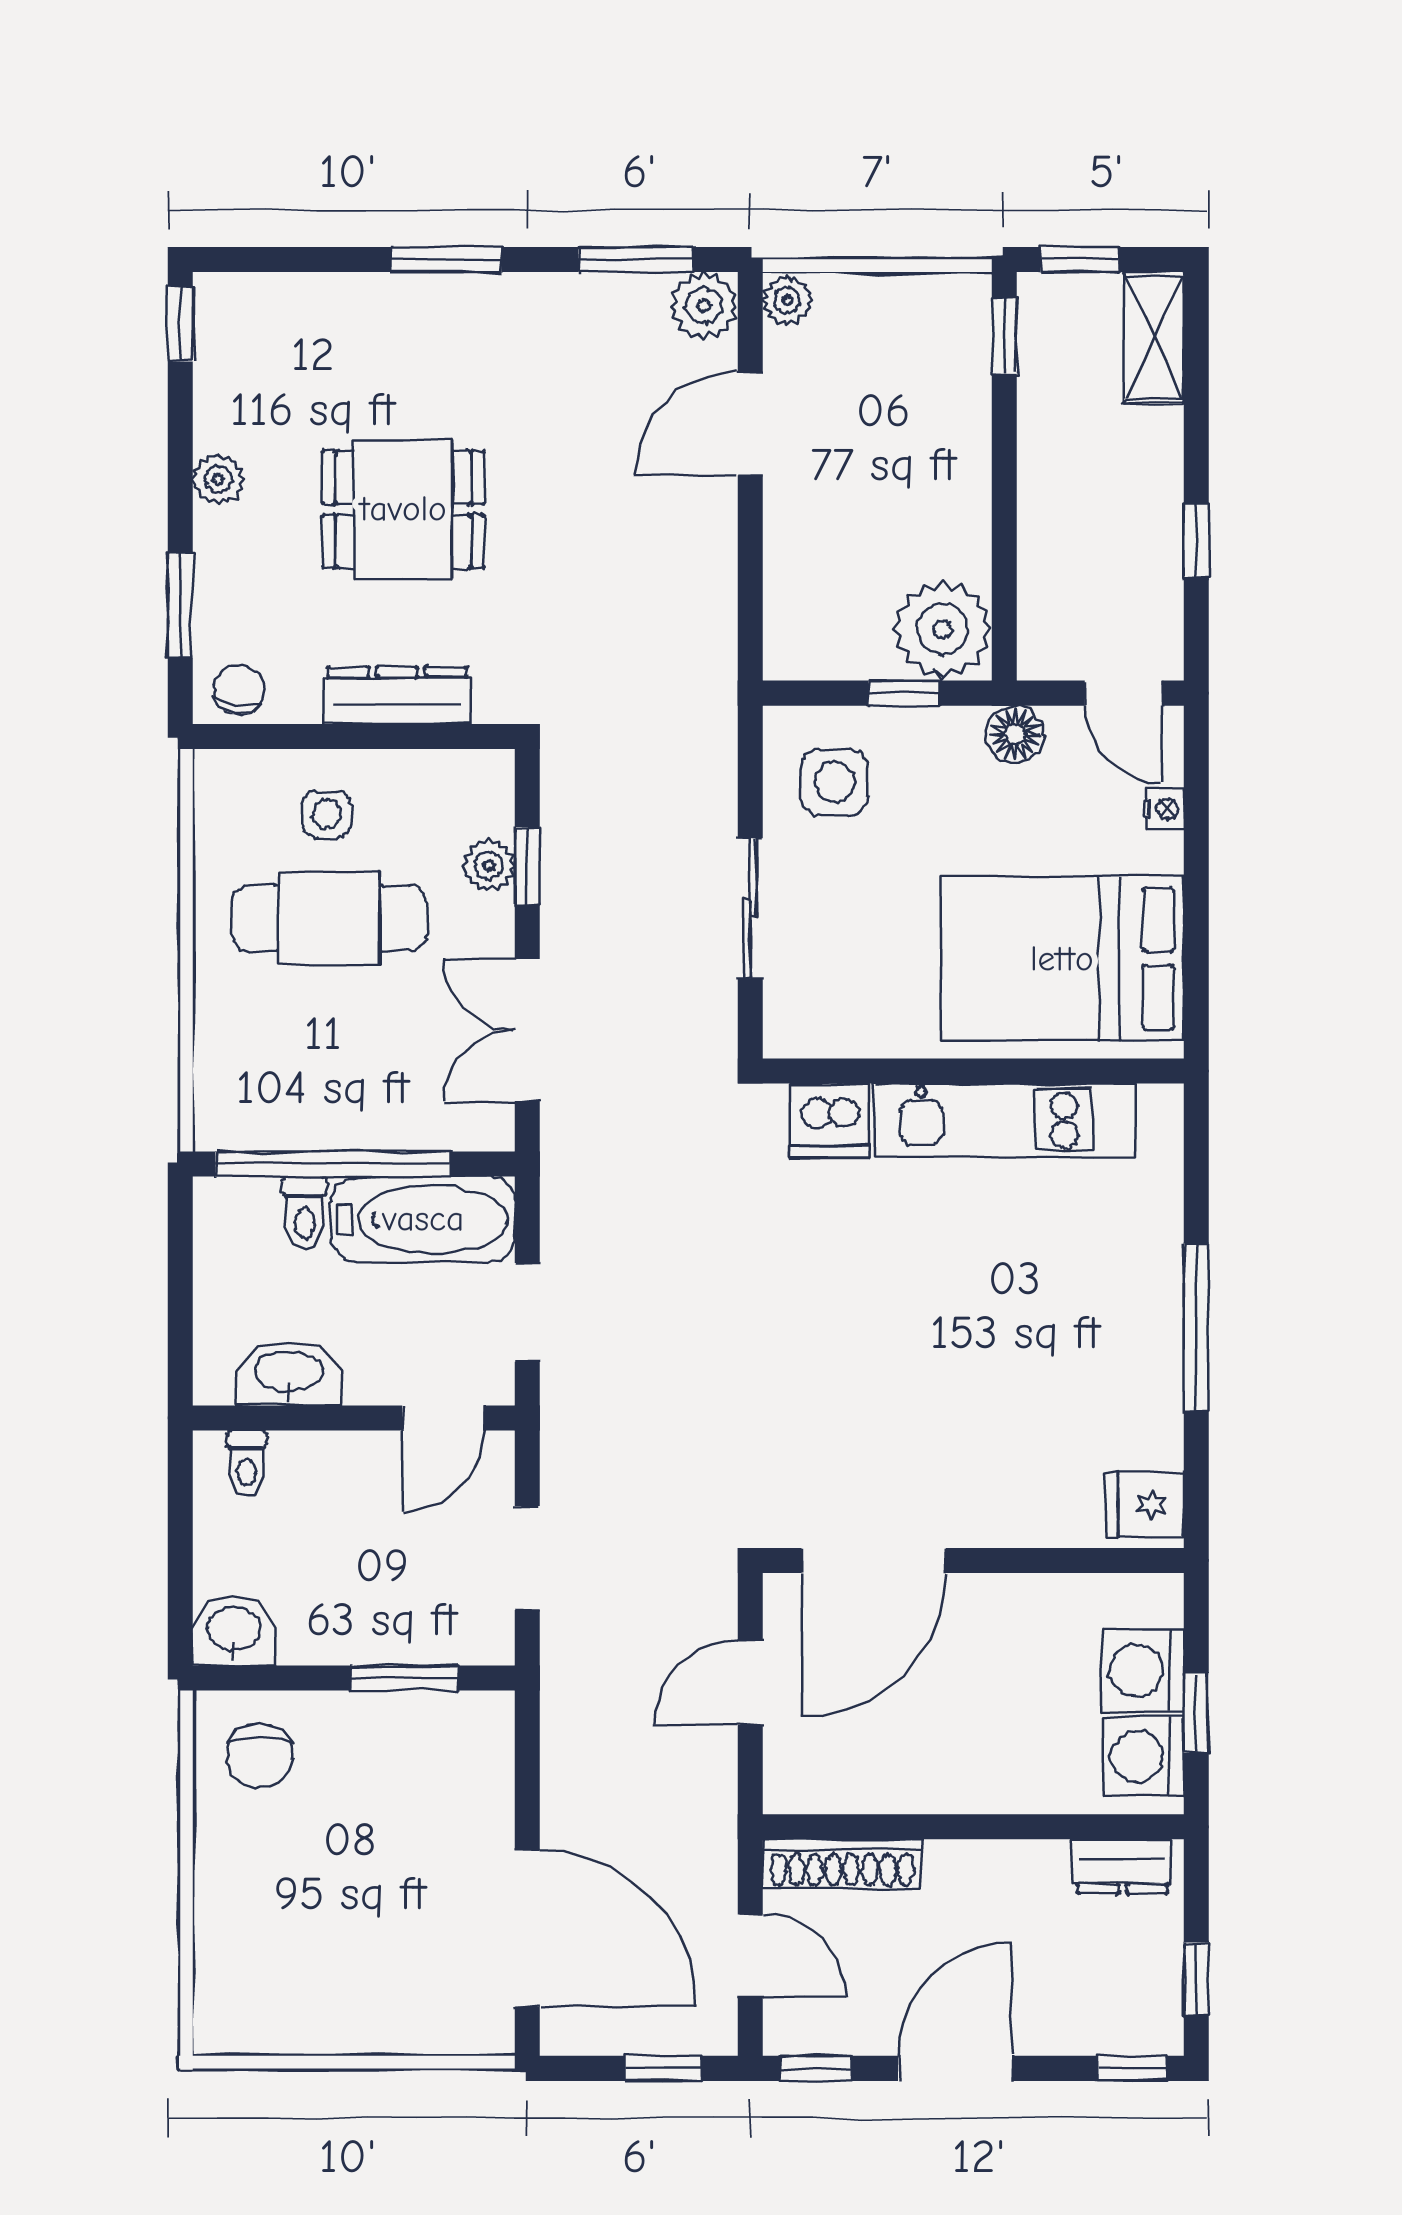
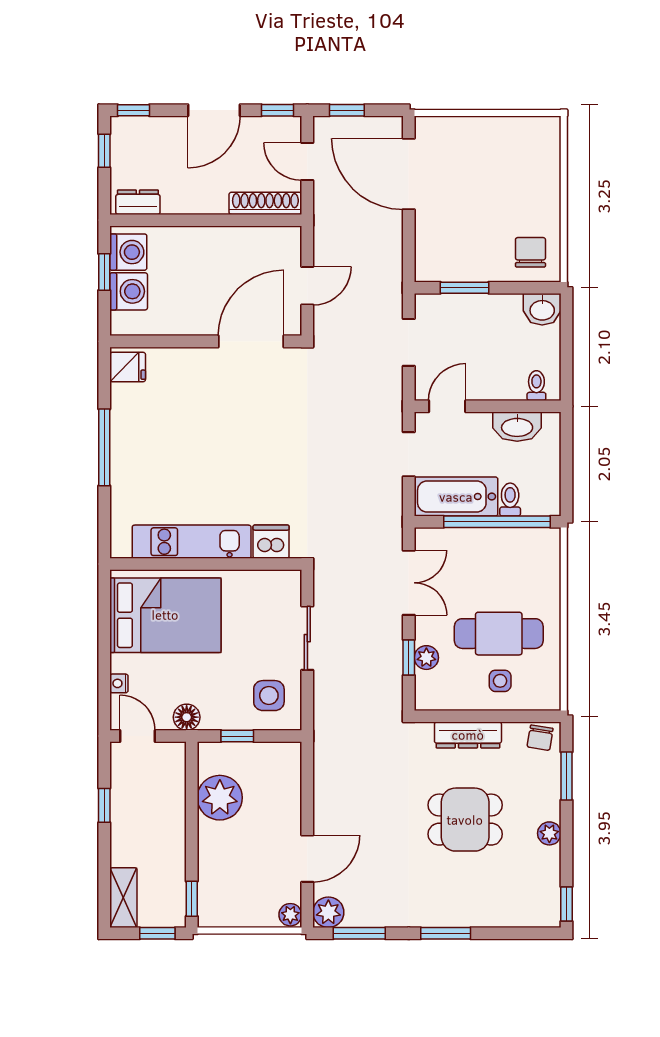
plant: (943, 629) -> (220, 798), moved

